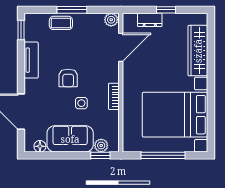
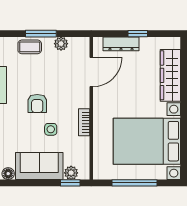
plant: (111, 20) -> (61, 44), moved
dresser: (150, 20) -> (121, 44), width x1.44

